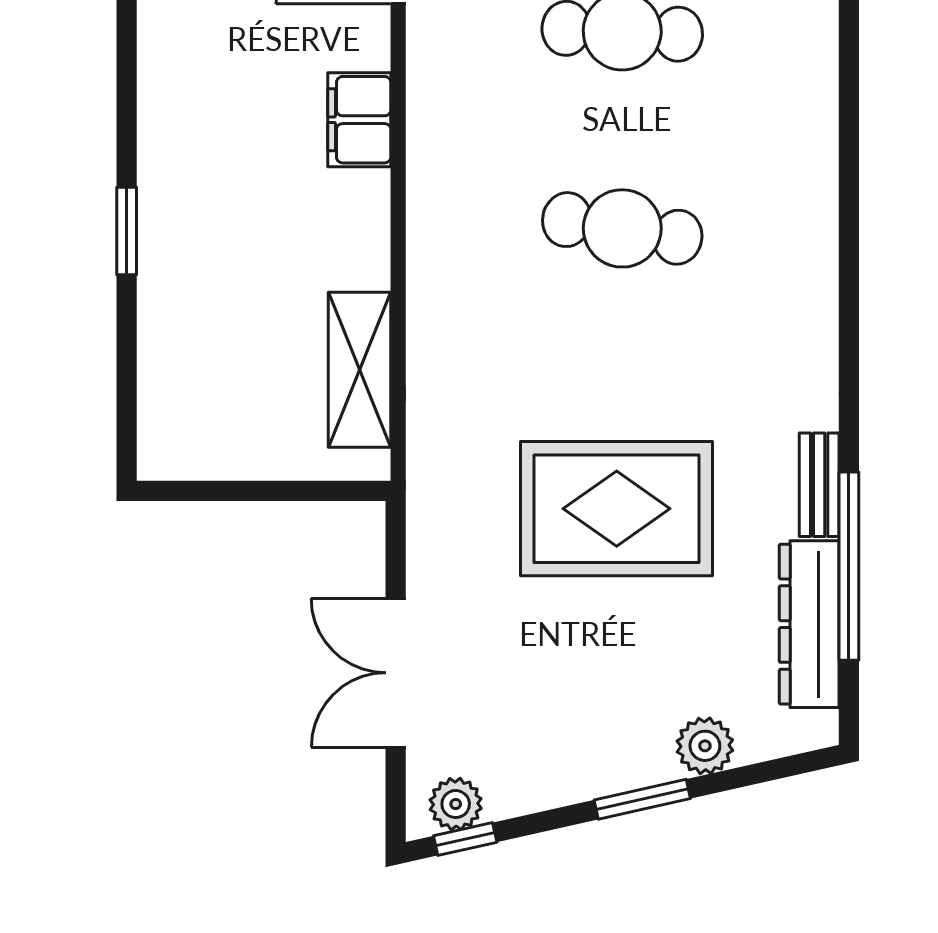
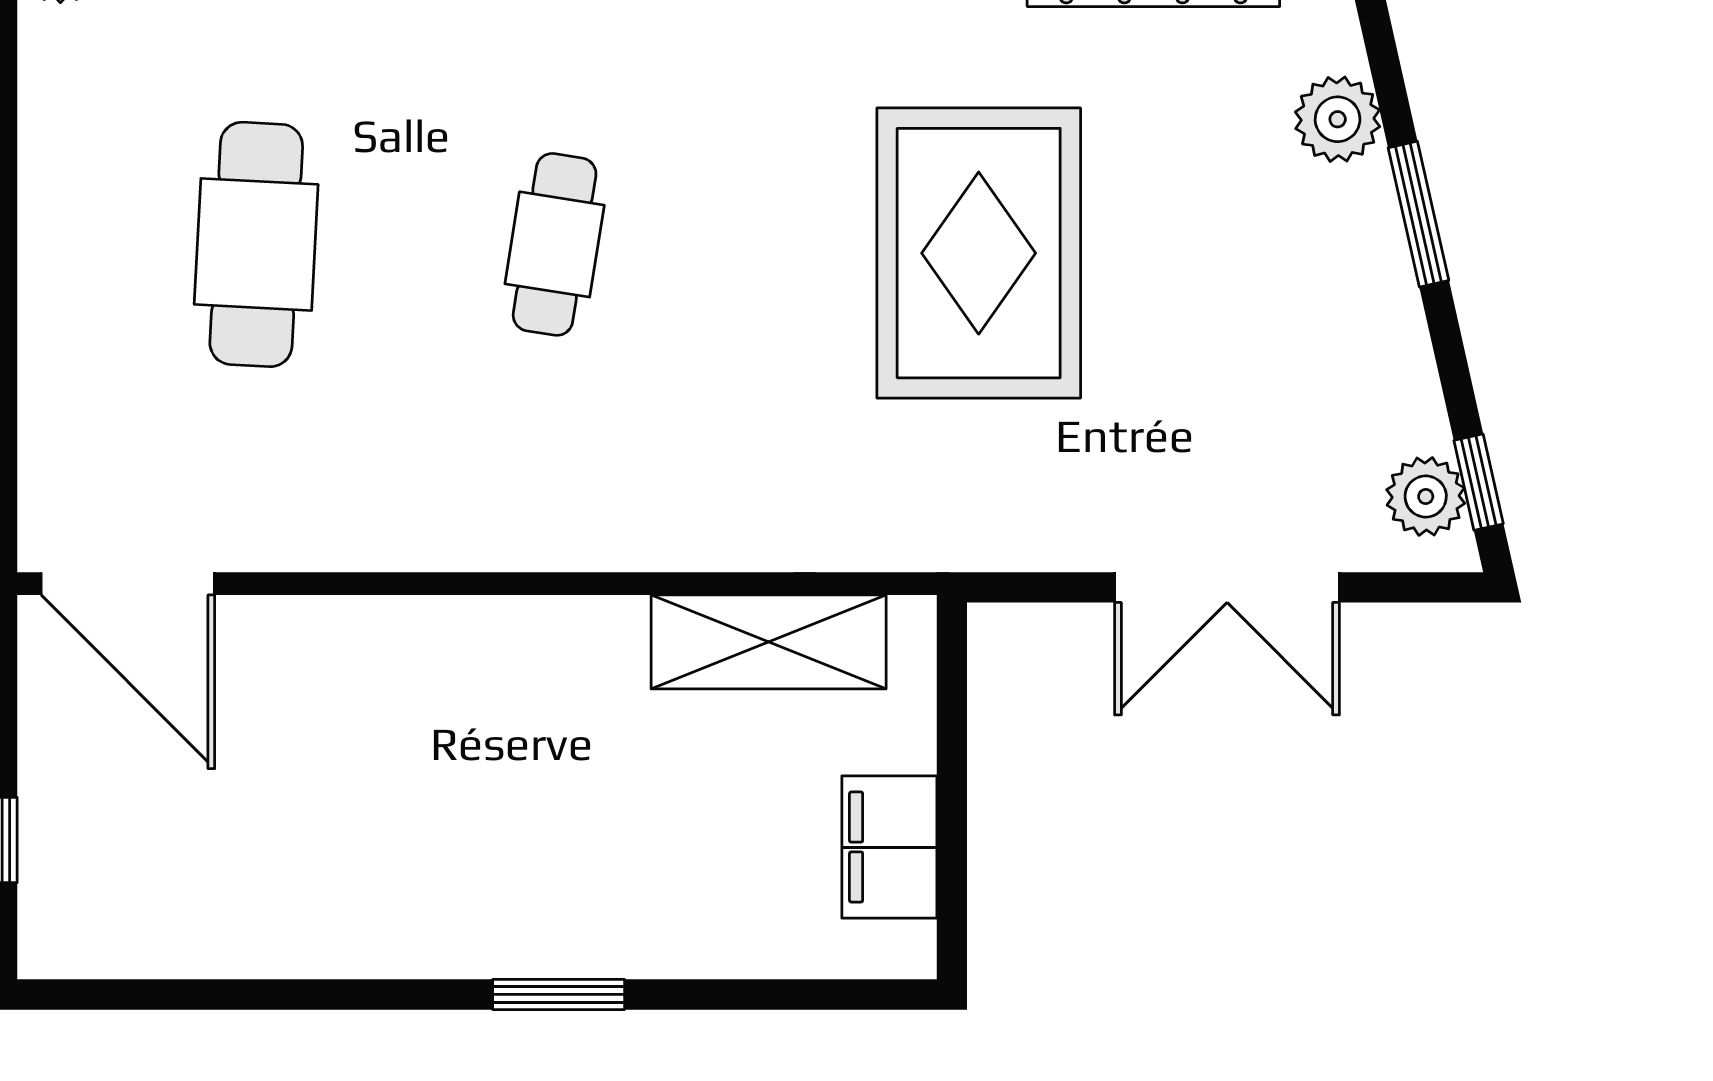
filing cabinet: (359, 120) -> (889, 847), moved, turned 90
cafe table: (622, 228) -> (555, 244), width x0.73, depth x0.74

